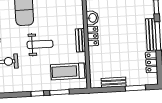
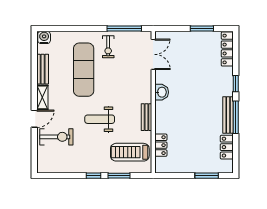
locker: (93, 36) -> (161, 145), moved
weight bench: (40, 44) -> (100, 119), turned 180
bench: (114, 82) -> (182, 168), removed

